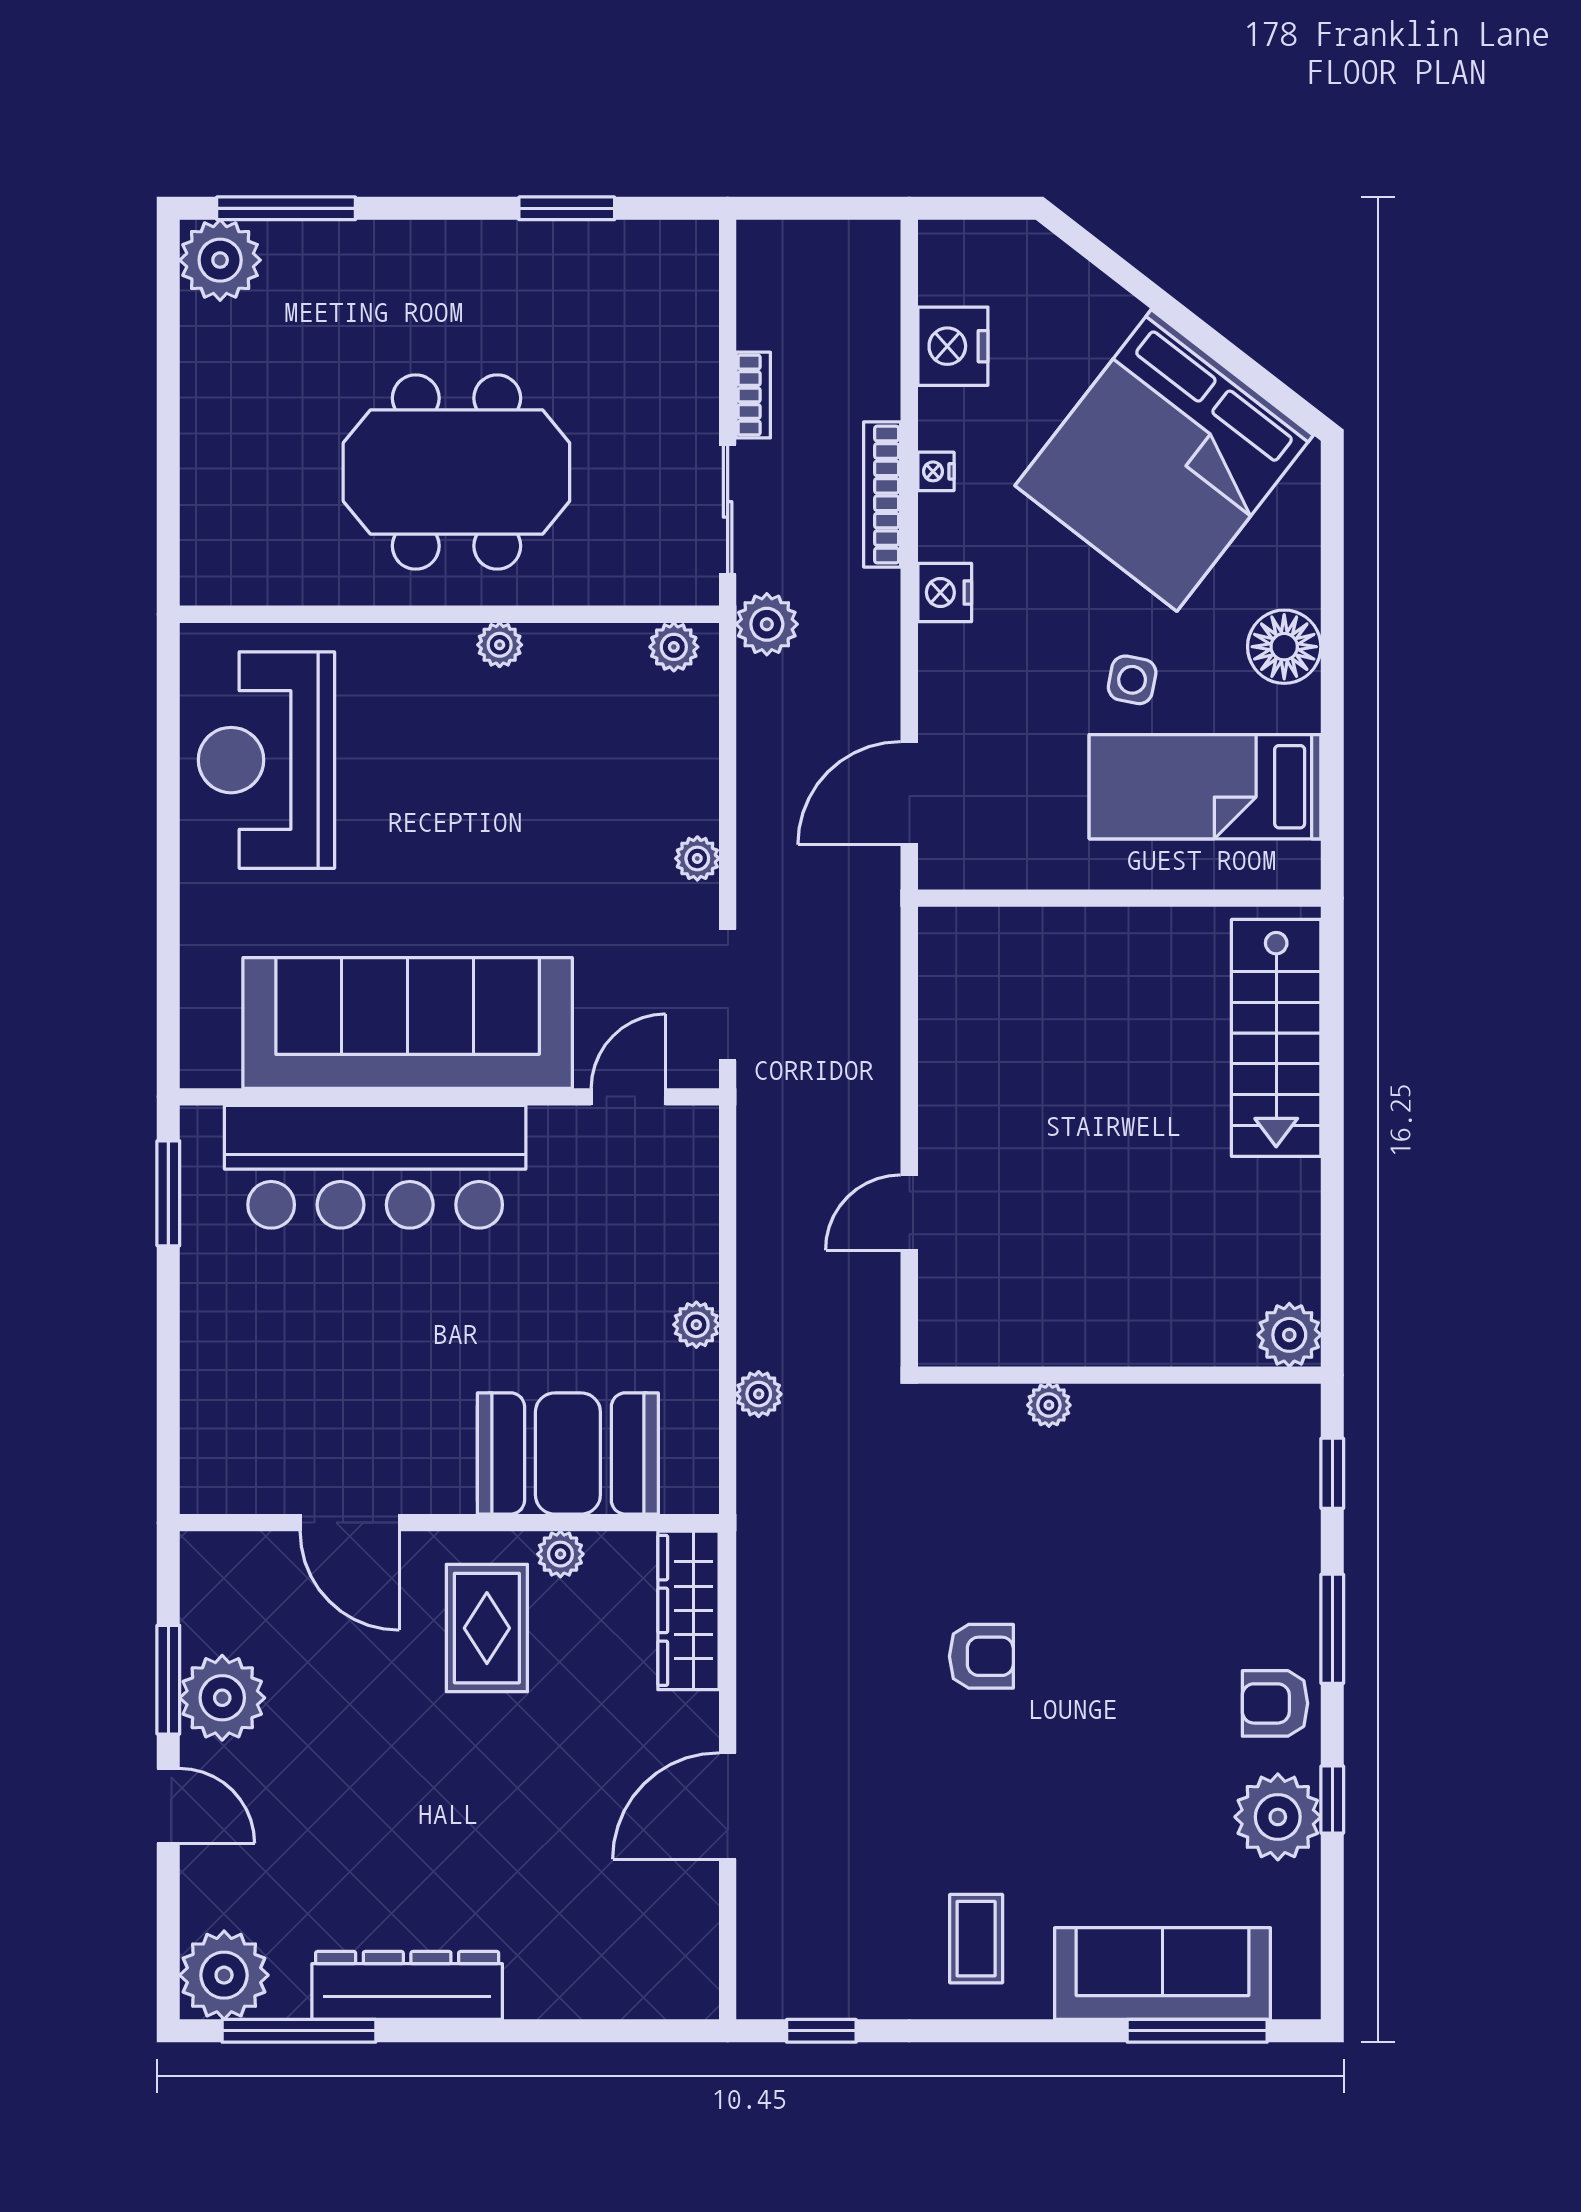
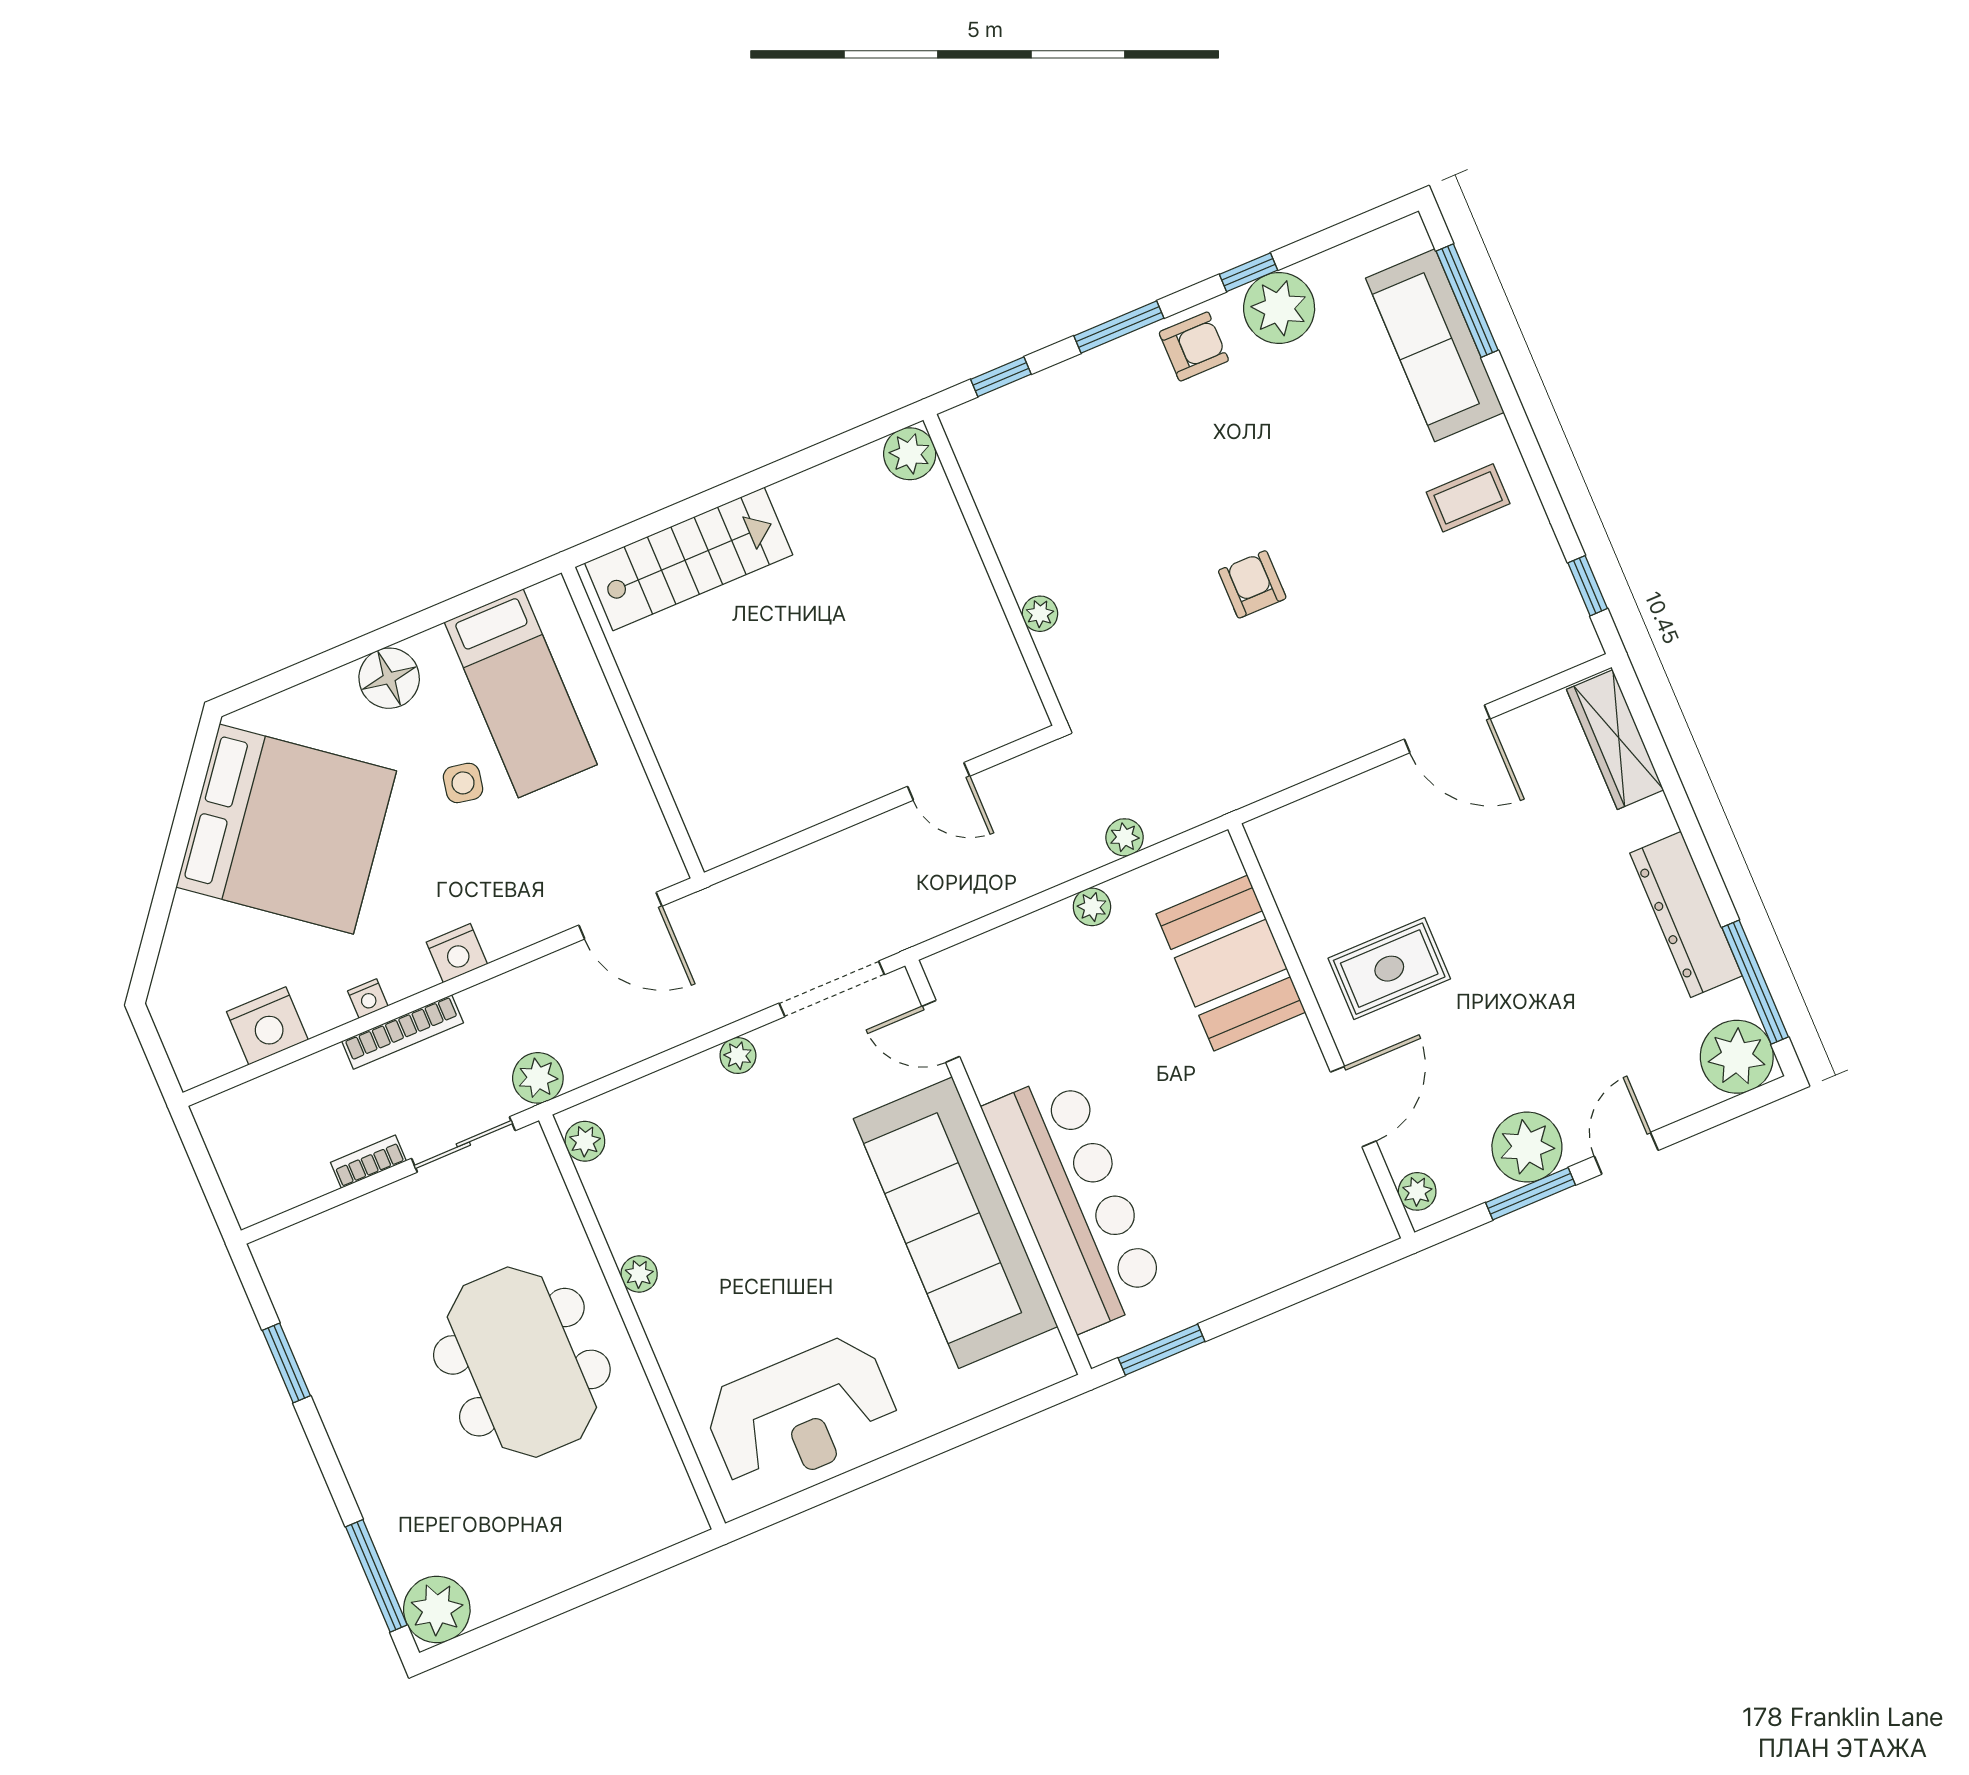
plant: (560, 1554) -> (1417, 1191), moved
wardrobe: (688, 1610) -> (1615, 740), moved, turned 90
armchair: (1275, 1703) -> (1194, 346), turned -90

